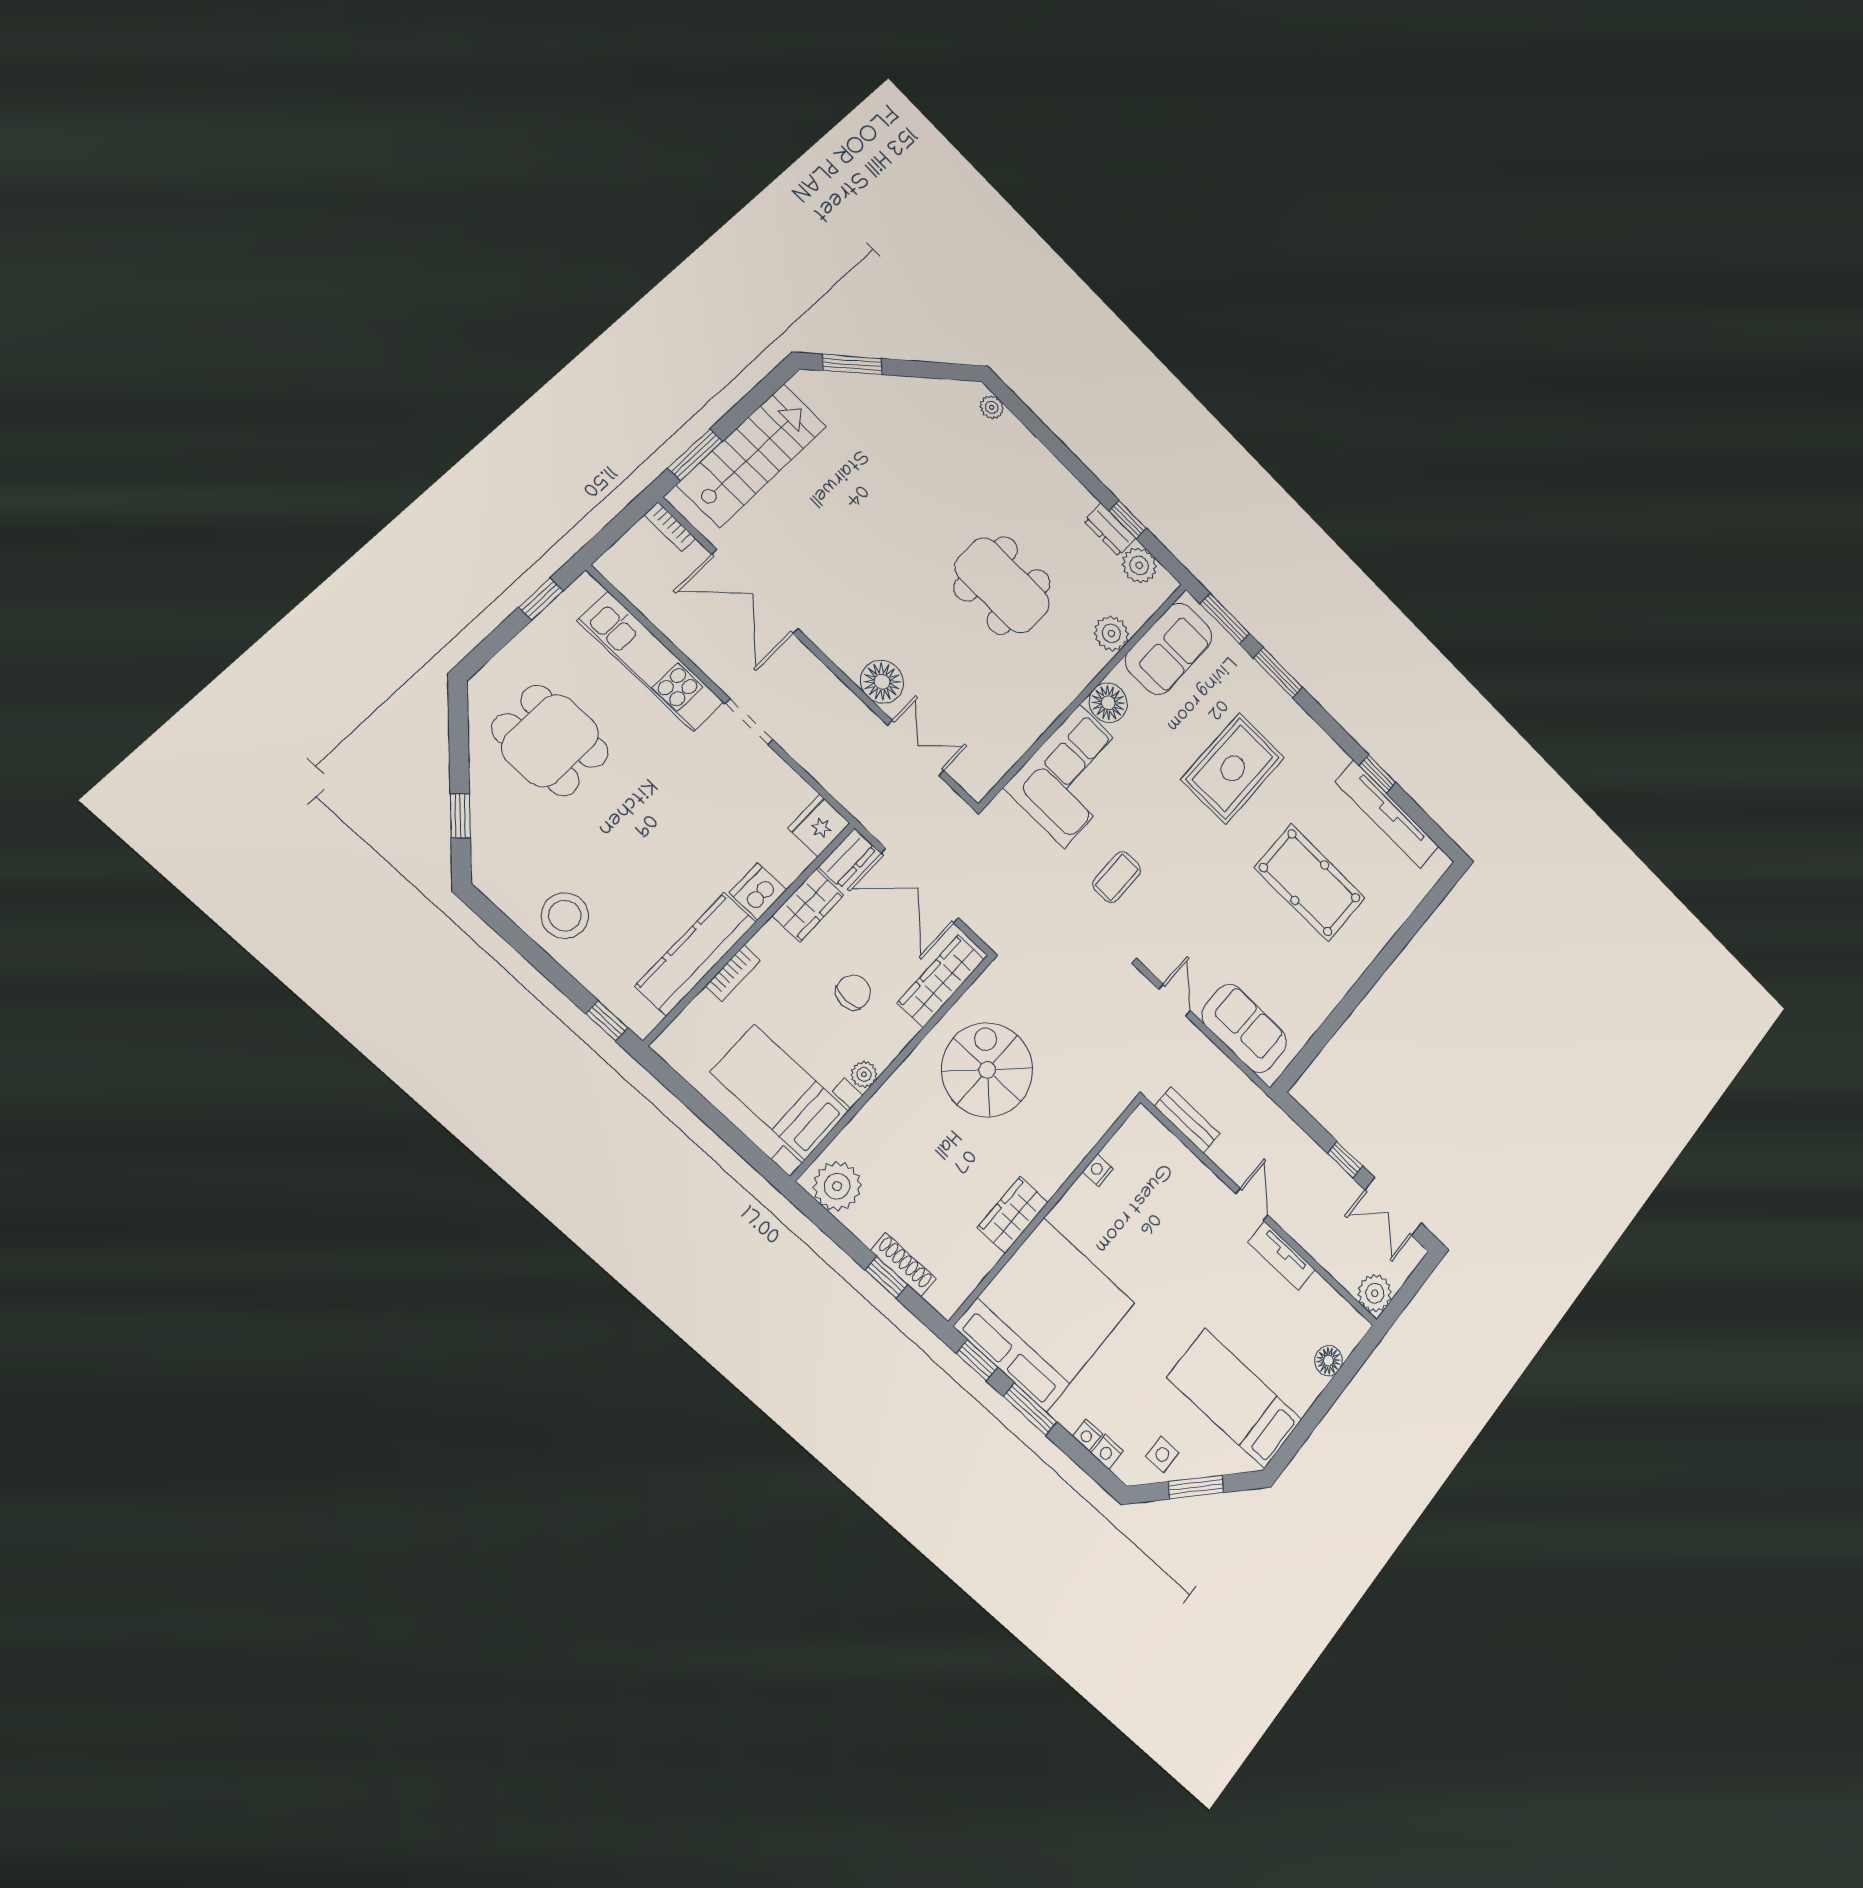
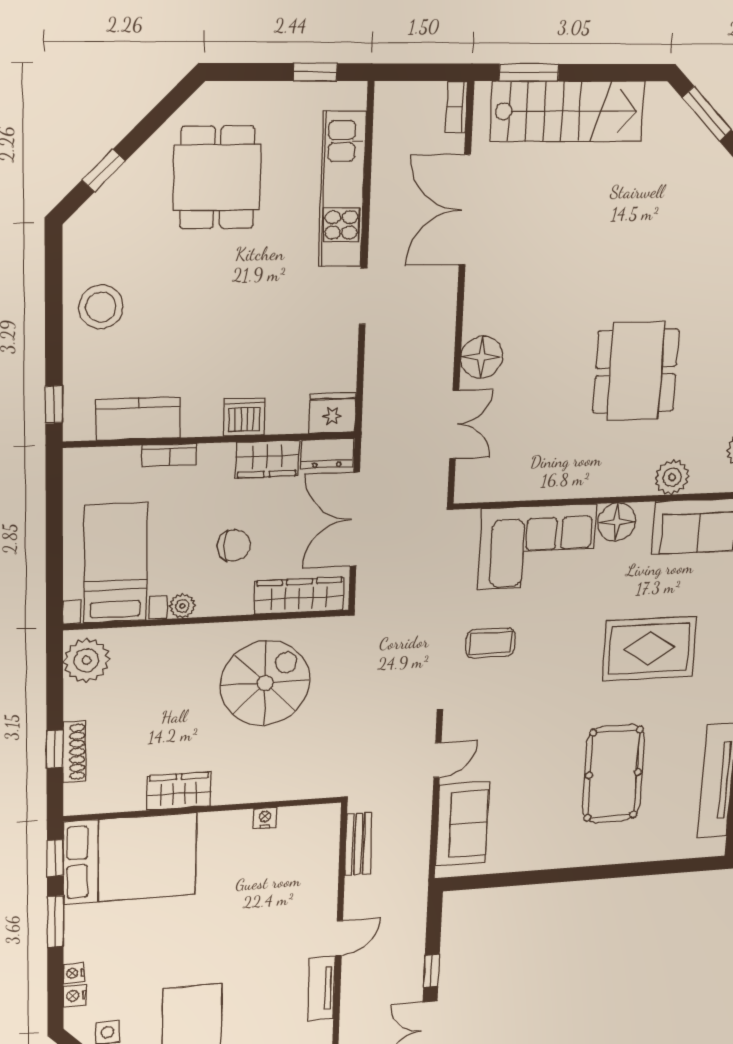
kitchen counter: (696, 954) -> (138, 419), width x0.67
bed: (1045, 1315) -> (130, 858), width x0.73

